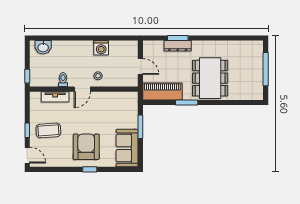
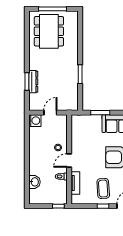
washbasin: (43, 47) -> (34, 182), moved
washing machine: (101, 48) -> (35, 121), moved
dining table: (210, 78) -> (49, 31), moved, turned 90
door: (82, 89) -> (69, 160), swing flipped
piano: (162, 91) -> (71, 94), removed

